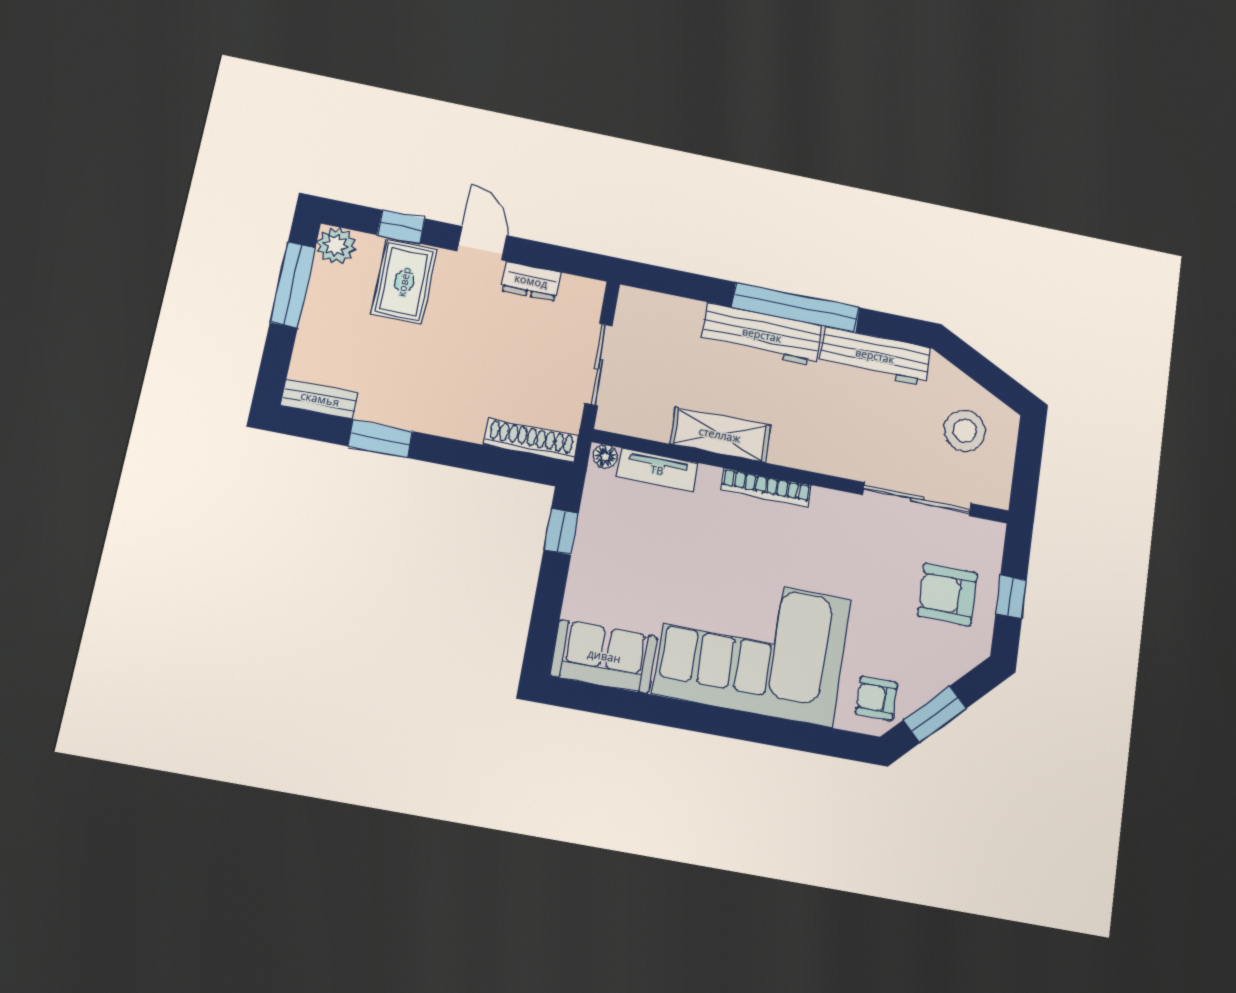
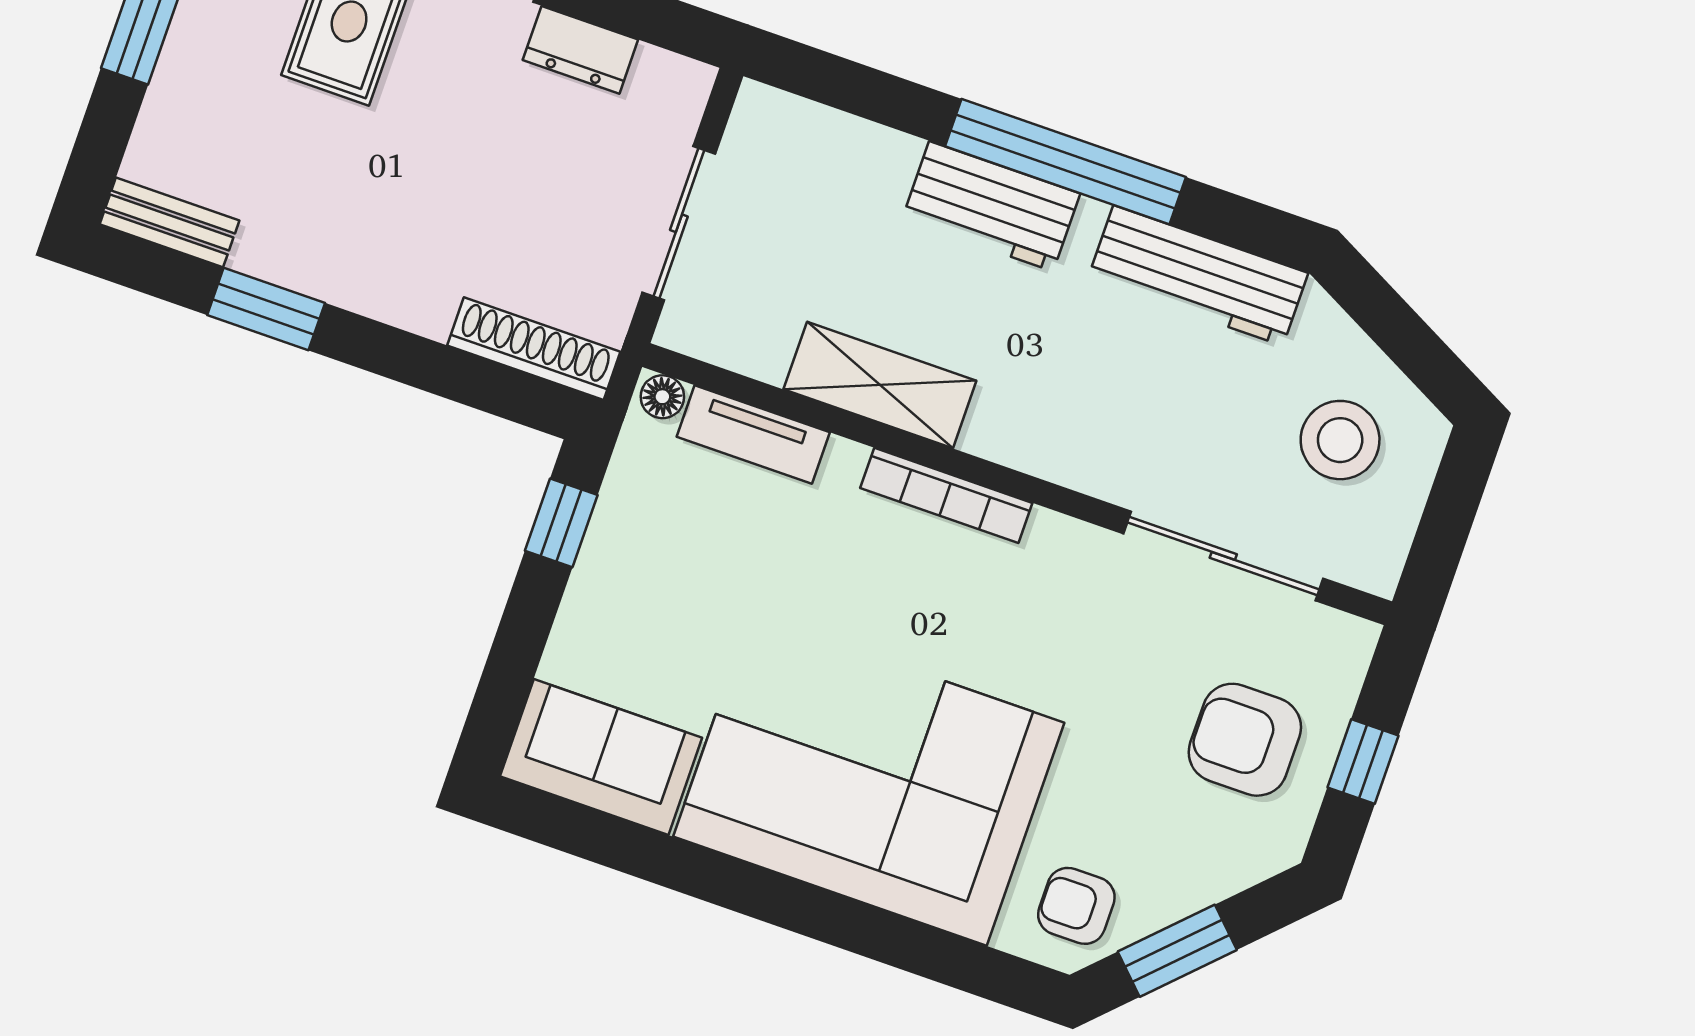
workbench: (762, 335) -> (991, 206), width x0.73

